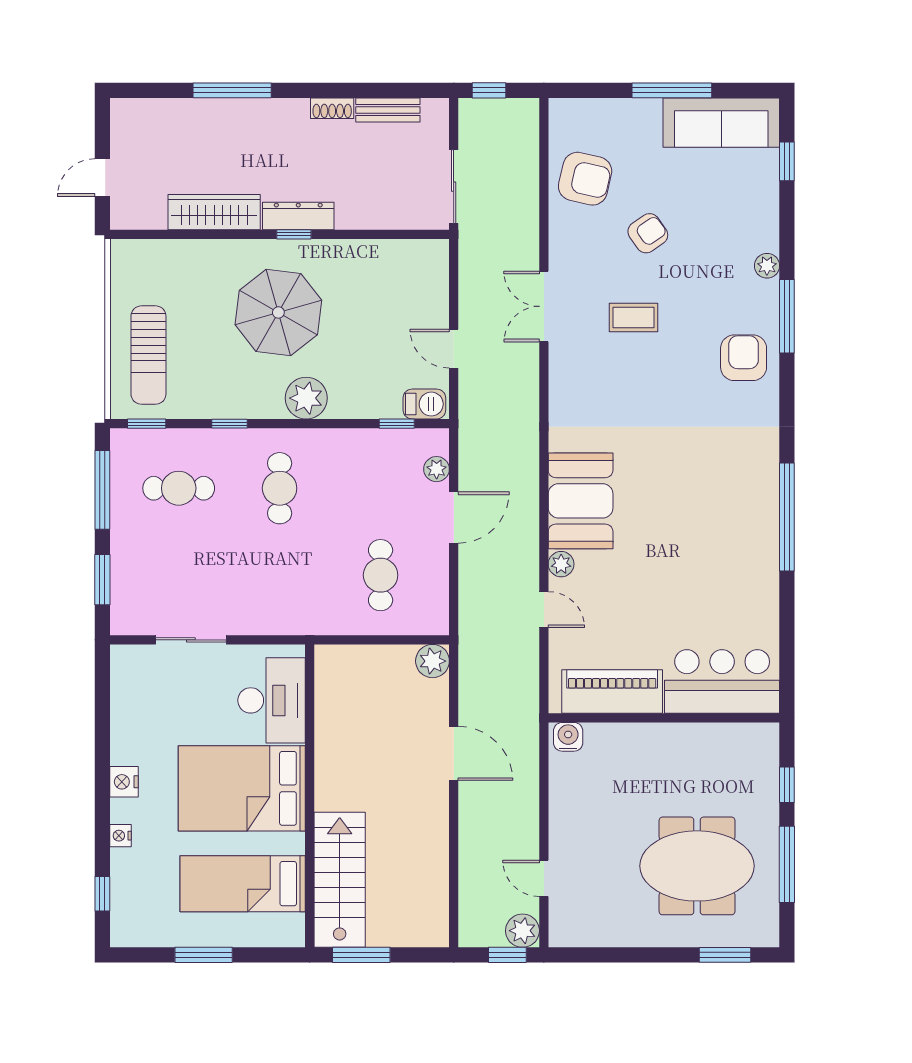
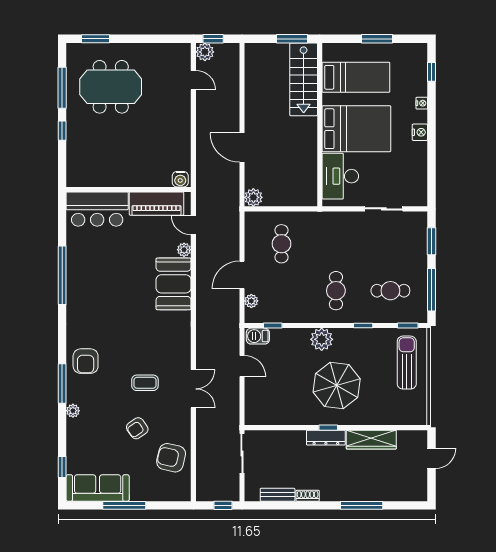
bar counter: (722, 681) -> (97, 209), moved
piano: (612, 692) -> (157, 204), moved
wall: (664, 718) -> (129, 189), moved
water cooler: (568, 737) -> (180, 179), moved

